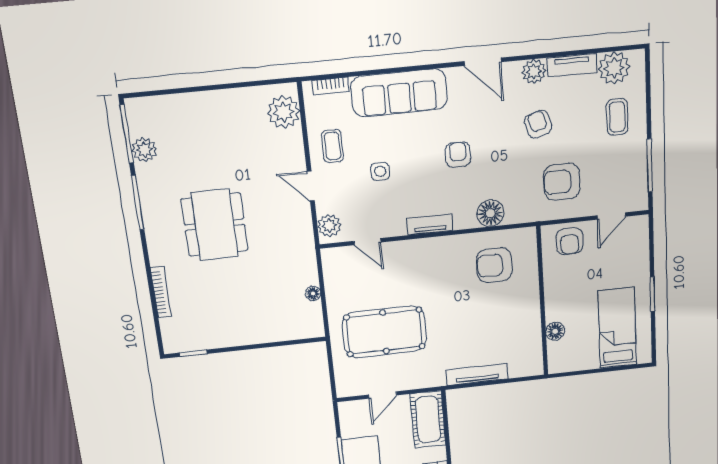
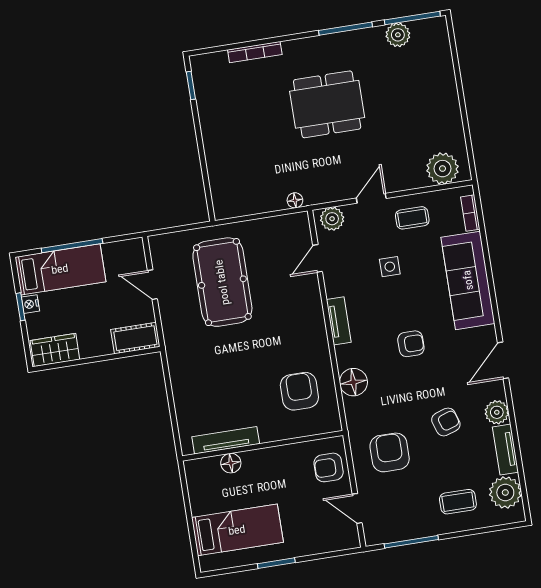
floor lamp: (313, 294) -> (295, 200), moved
tv unit: (477, 374) -> (226, 440), moved, turned -90
cot: (428, 420) -> (135, 338), width x0.73, depth x0.75

